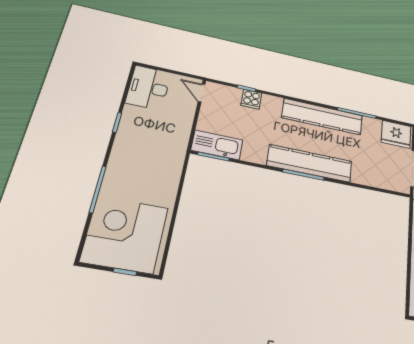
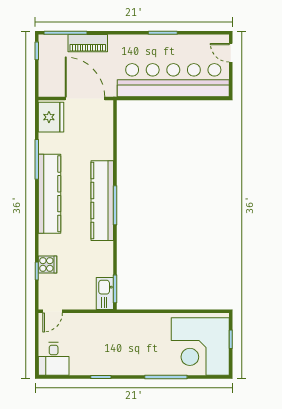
desk: (148, 88) -> (54, 359), width x0.73
kitchen sink: (217, 145) -> (105, 294), width x0.73, depth x0.81

